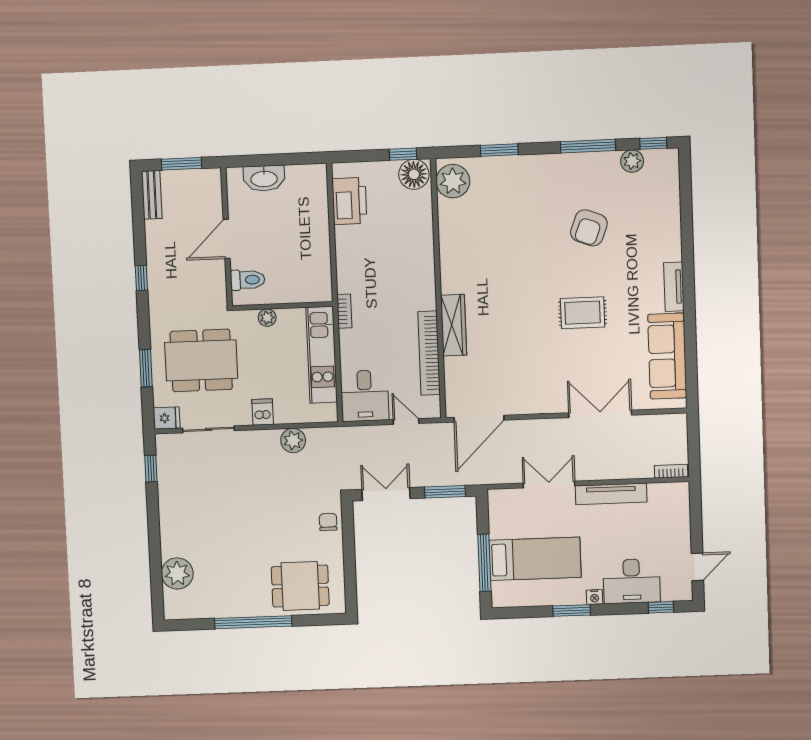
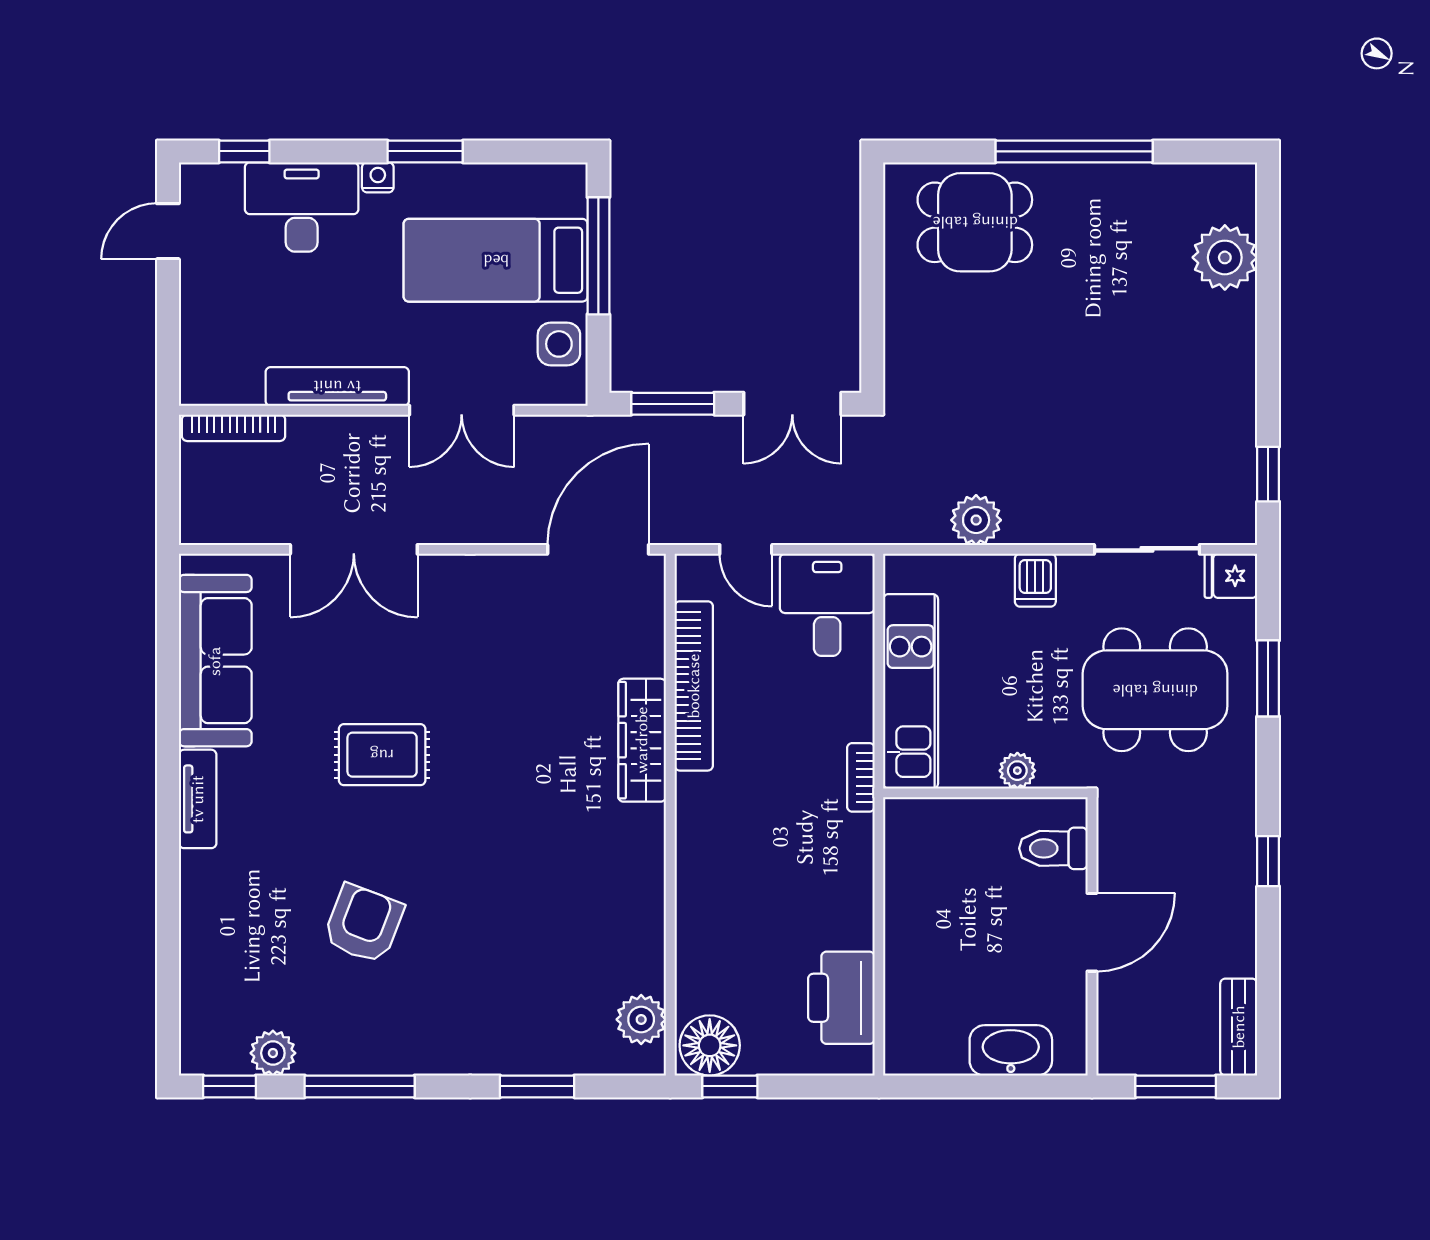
plant: (453, 181) -> (641, 1019), width x0.73, depth x0.73
bookcase: (671, 471) -> (234, 428), width x1.56
side table: (502, 519) -> (559, 344), added
chair: (328, 522) -> (912, 351), removed

